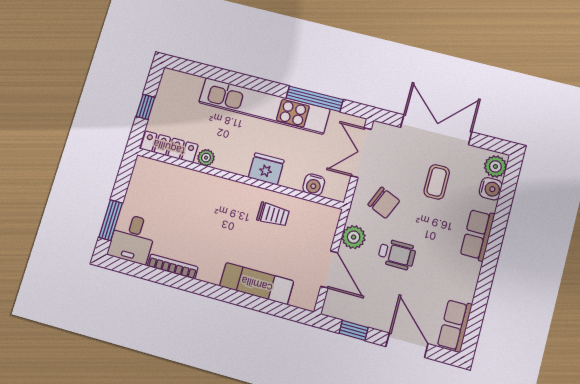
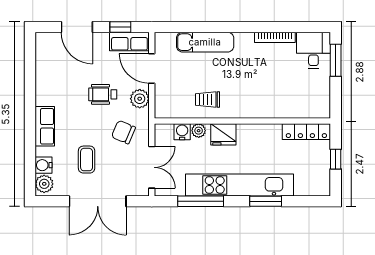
window: (239, 80) -> (266, 201), added
plant: (206, 158) -> (199, 131), moved
row of seats: (455, 325) -> (129, 42), moved, turned 90

